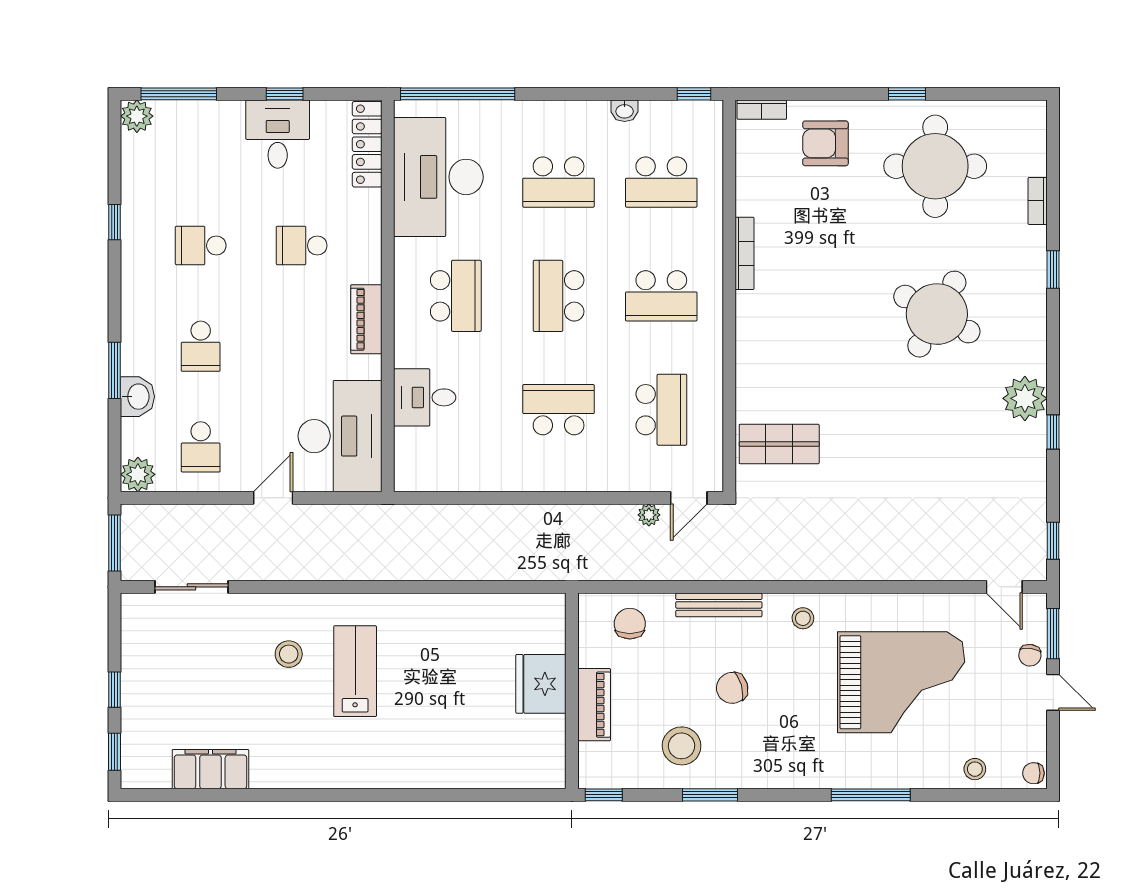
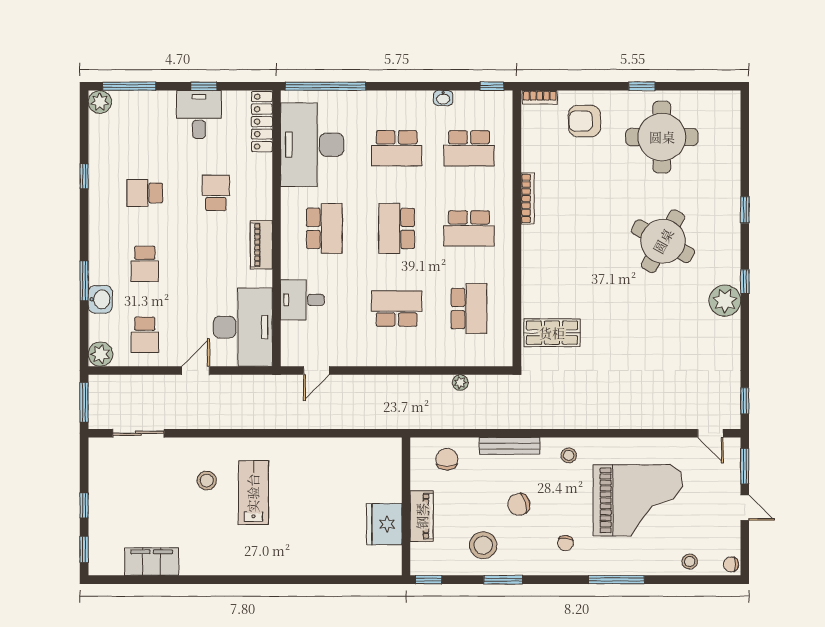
bookcase: (1038, 201) -> (734, 162), removed
school desk: (302, 246) -> (216, 193), turned 90
window: (1053, 432) -> (745, 282), moved
door: (689, 498) -> (316, 371), moved
chair: (1030, 655) -> (565, 543), moved
fridge: (541, 684) -> (384, 524), moved

